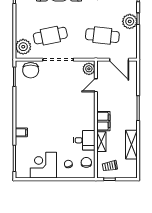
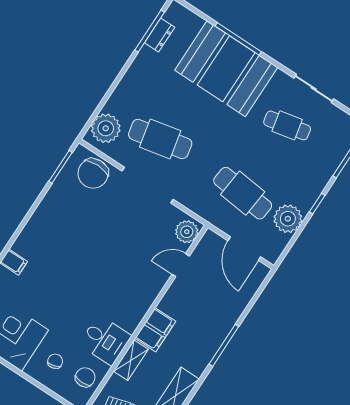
plant: (130, 21) -> (288, 219), moved

